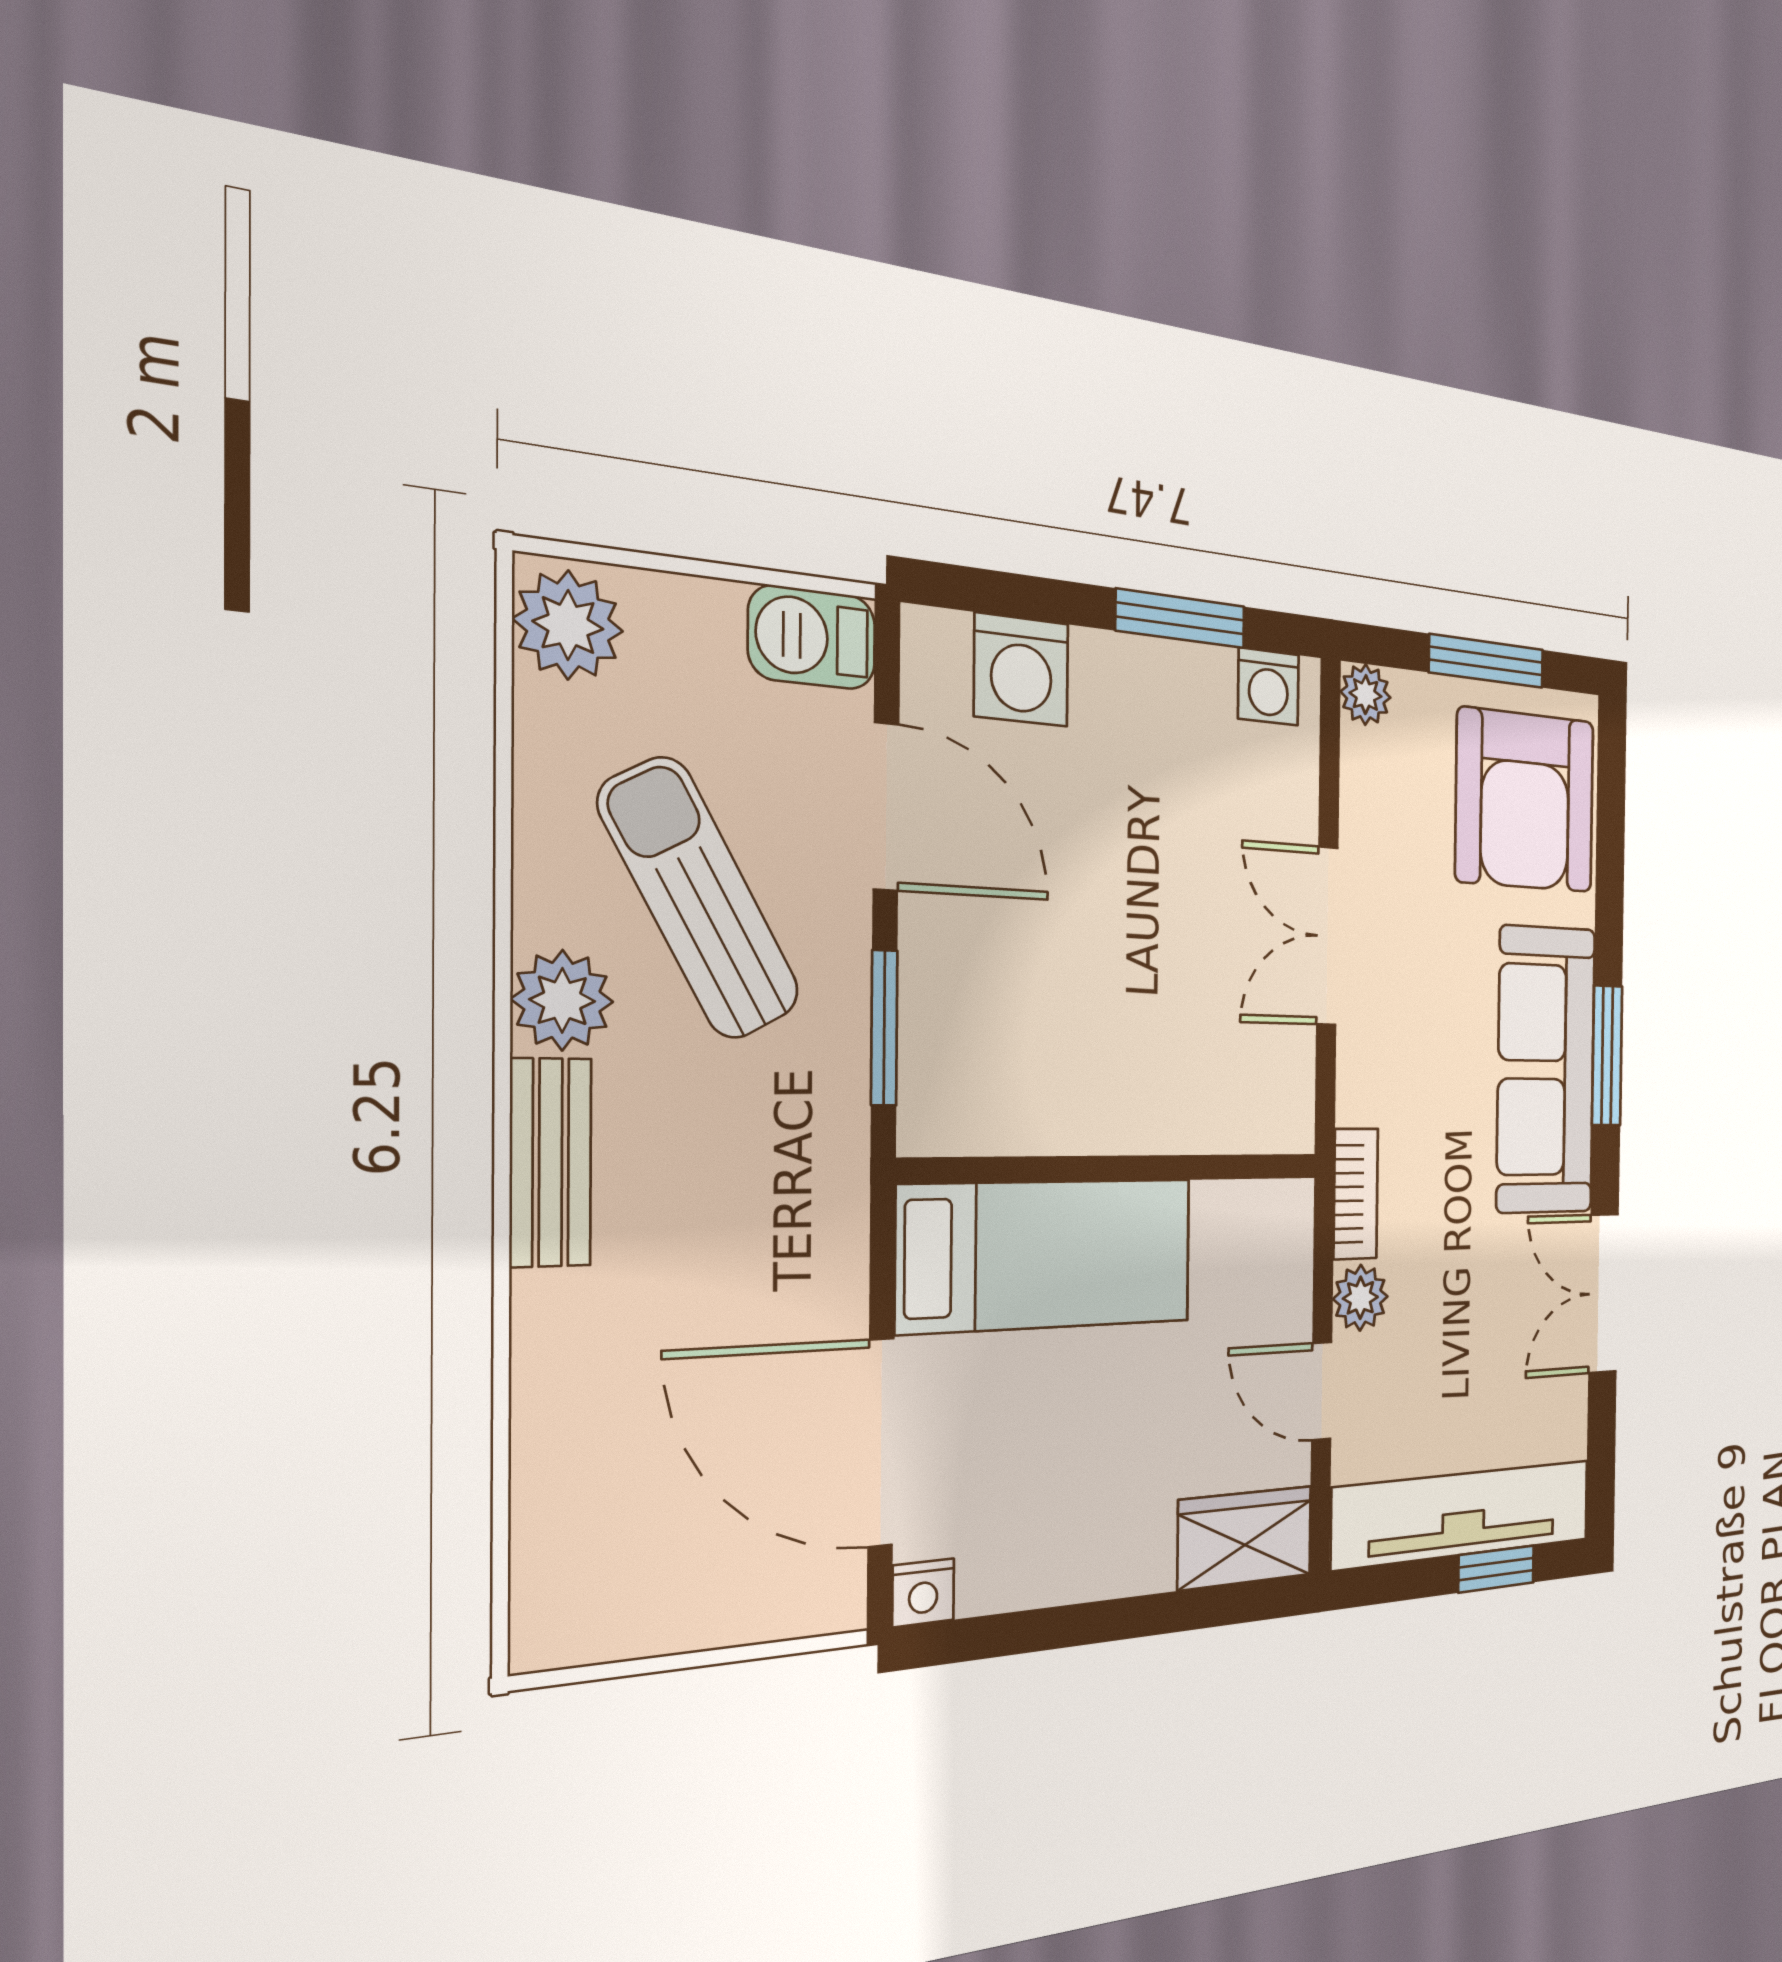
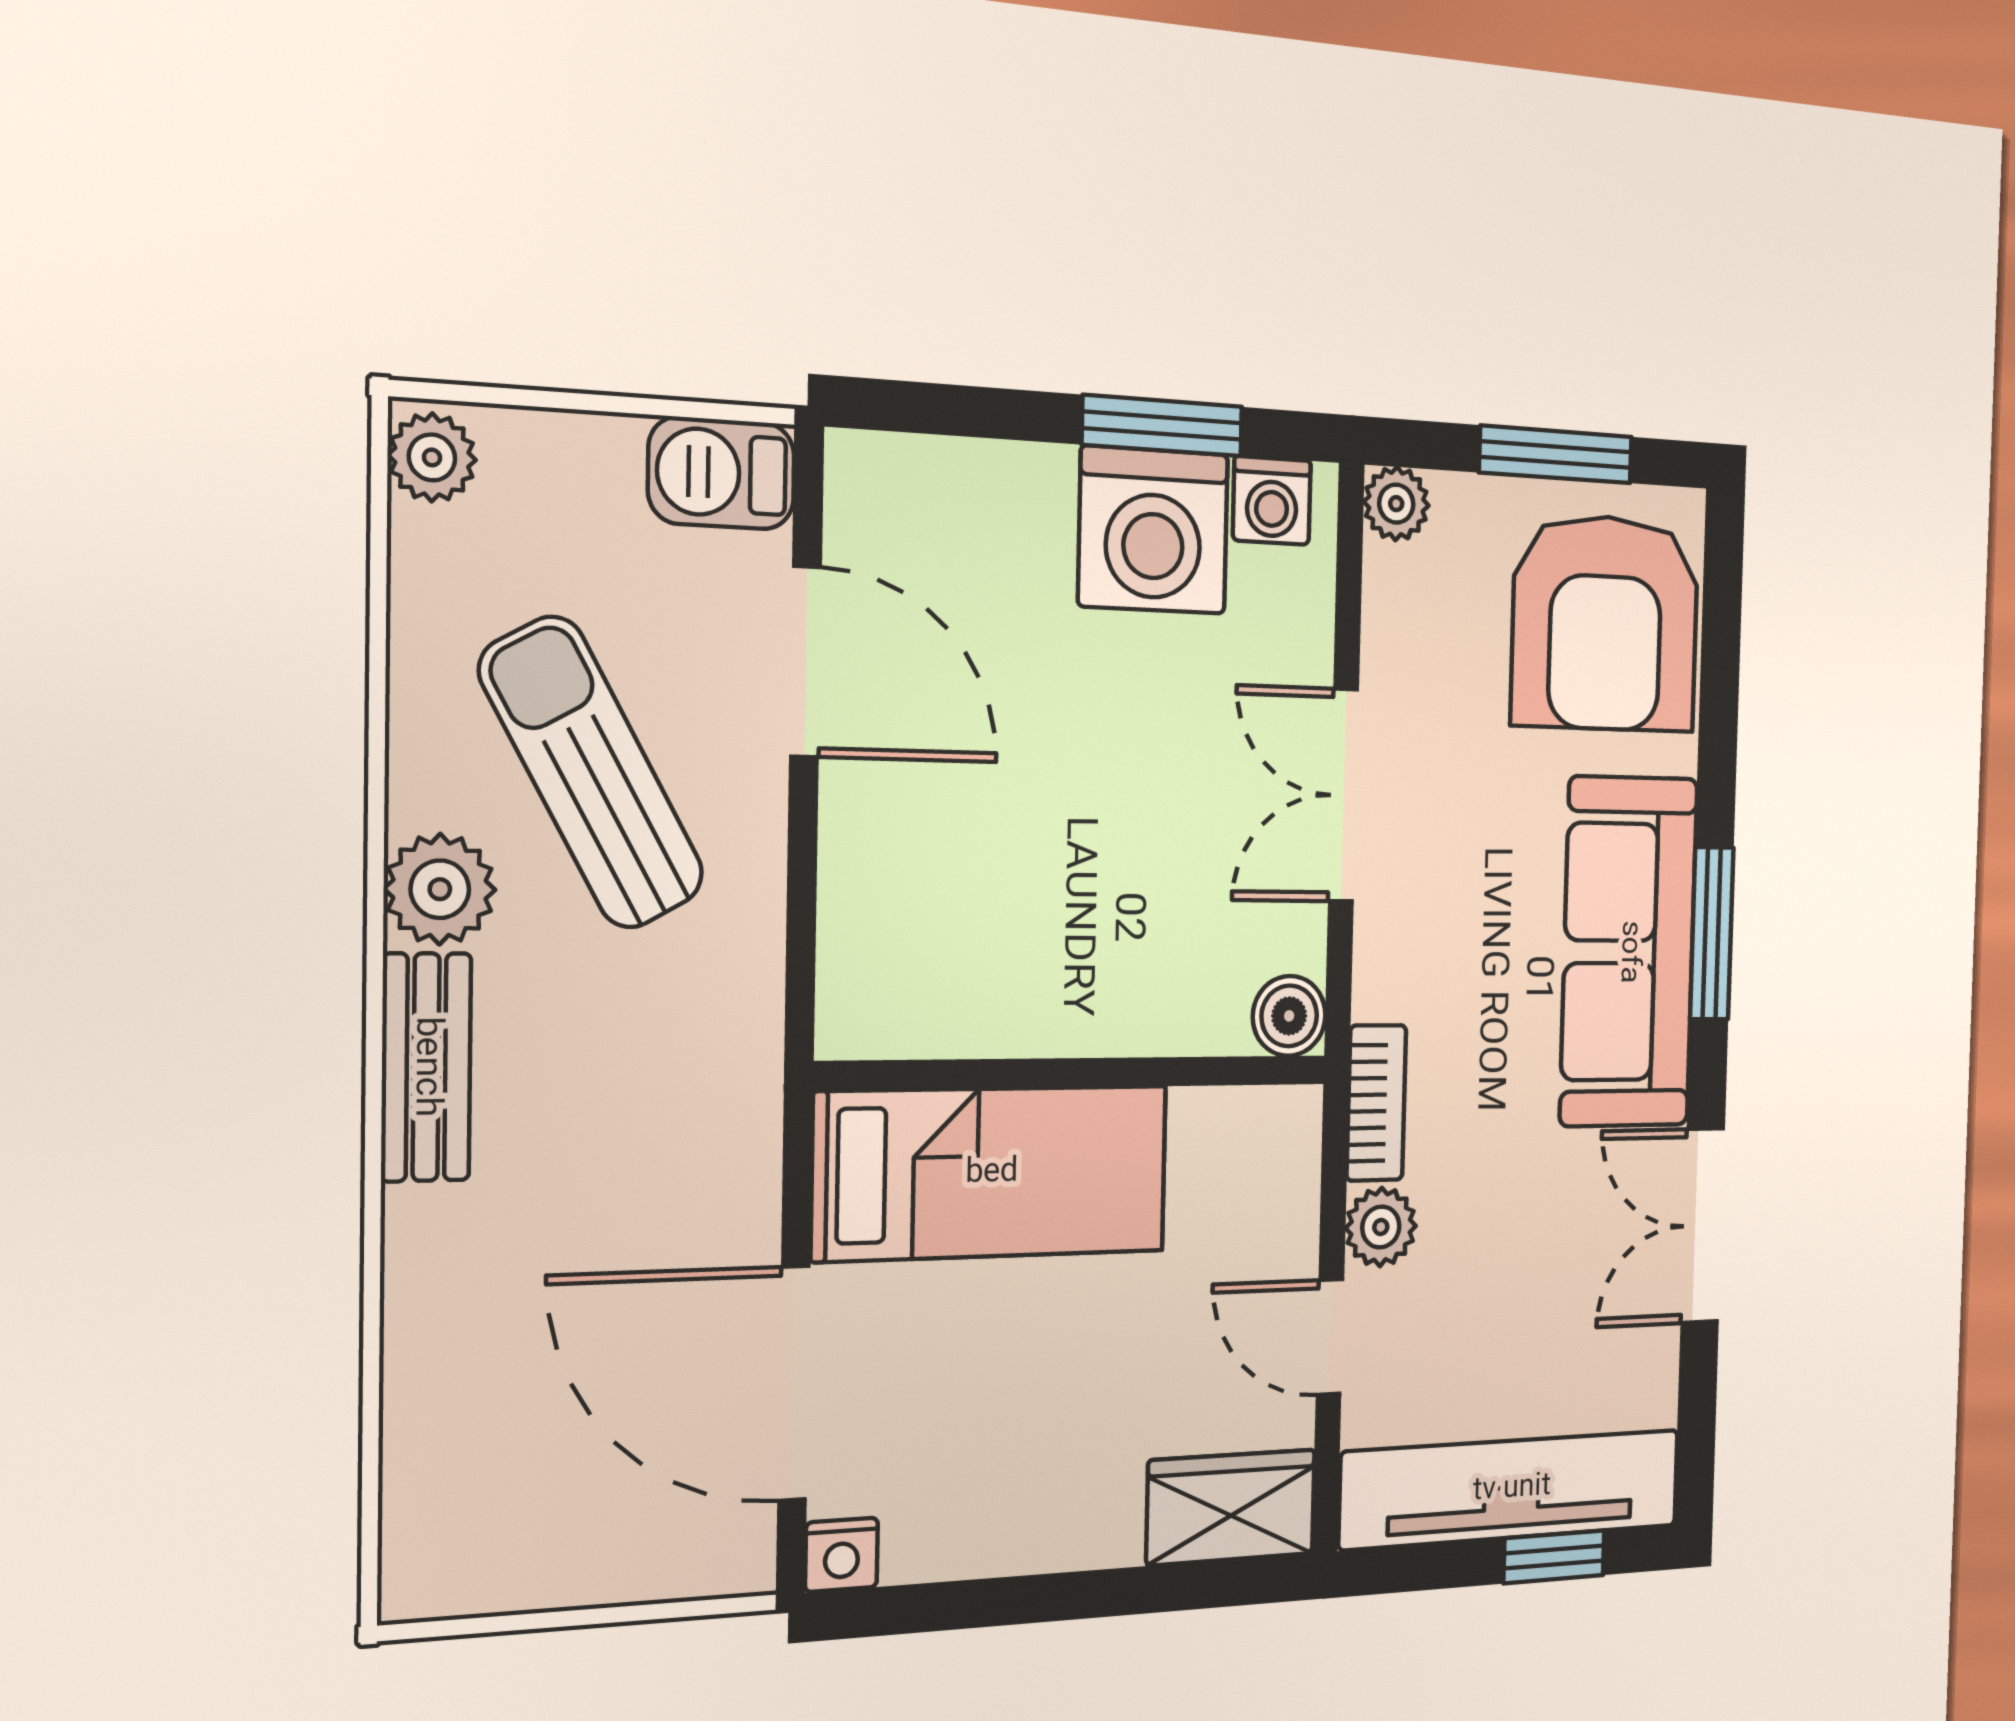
plant: (568, 625) -> (432, 457), width x0.73, depth x0.73
washing machine: (1021, 670) -> (1153, 530), moved, width x1.37, depth x1.37
window: (884, 1028) -> (801, 914), removed
boiler: (1287, 1120) -> (1289, 1016), added

